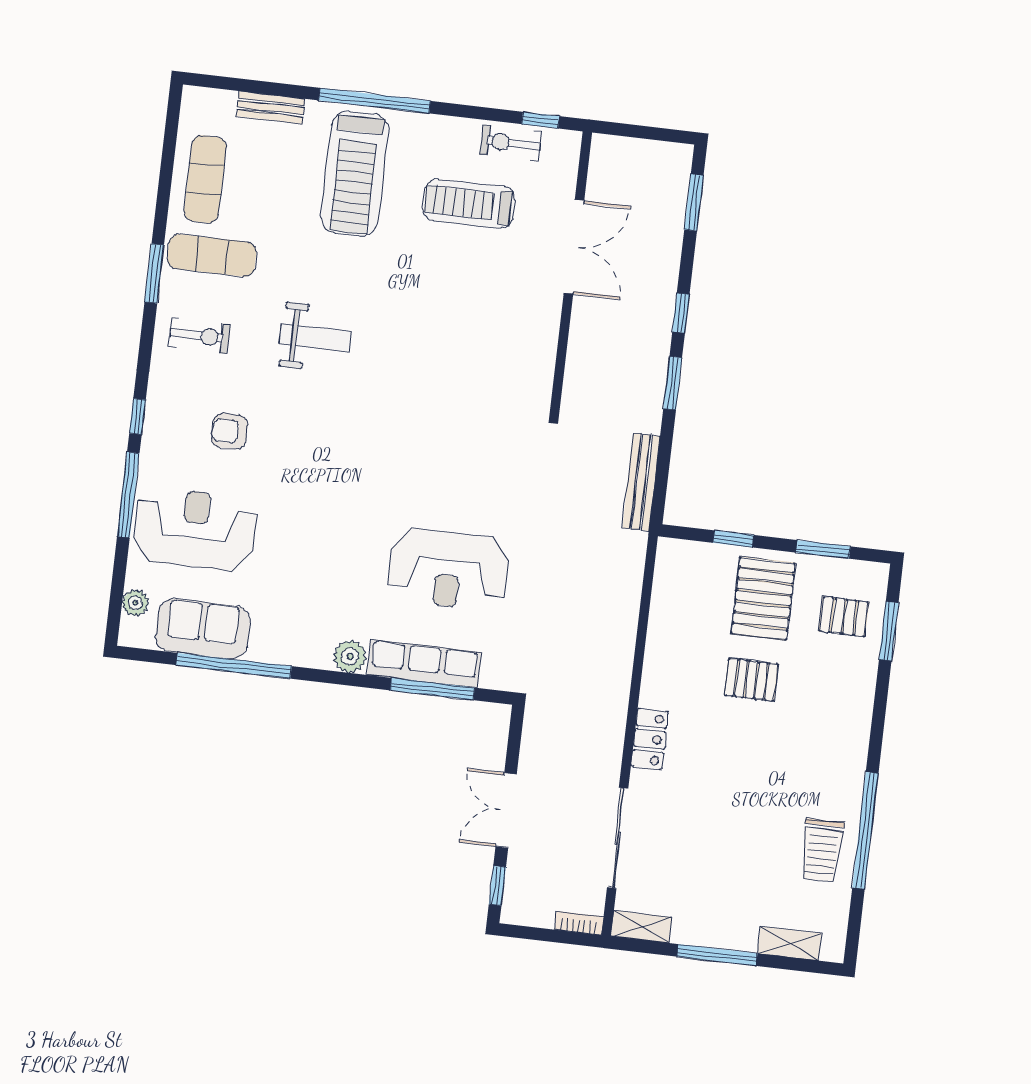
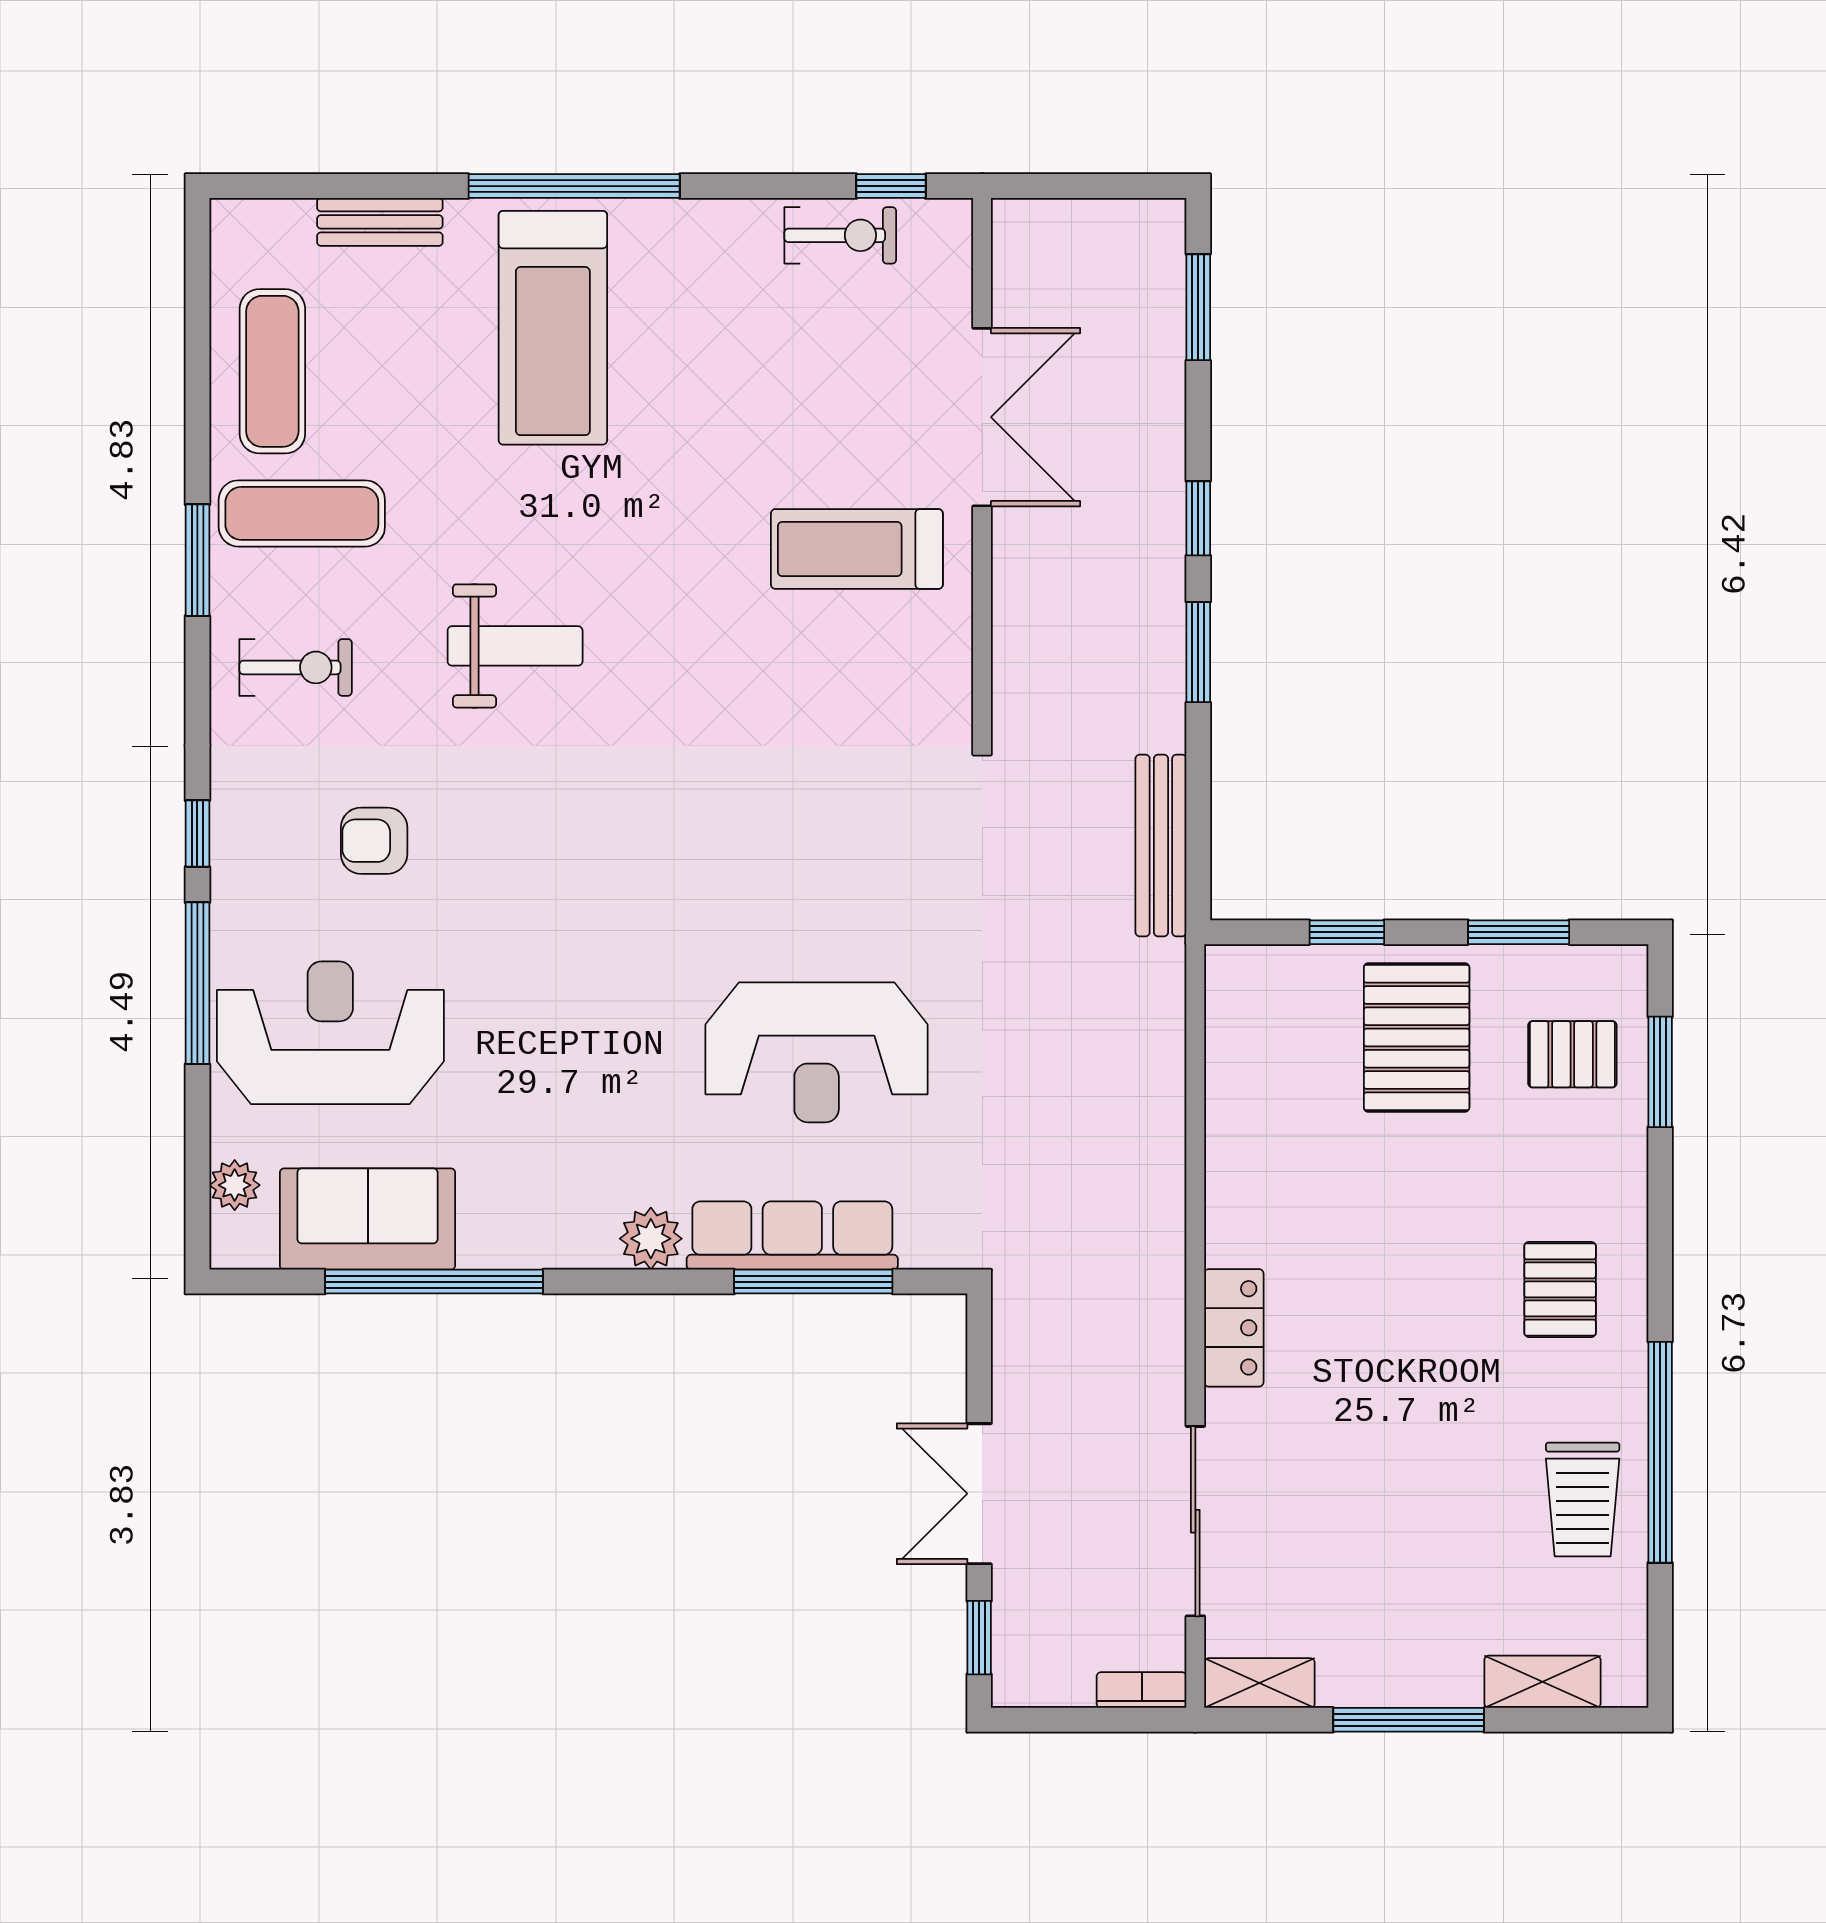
exercise bike: (511, 143) -> (840, 235), turned 180
treadmill: (469, 204) -> (857, 549), moved
pallet: (751, 680) -> (1560, 1289), moved, turned 90

